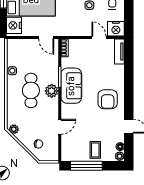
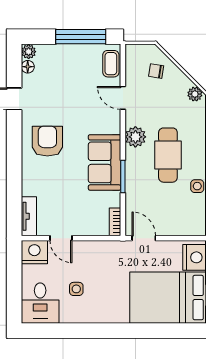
plant: (52, 91) -> (135, 137), moved
door: (60, 127) -> (123, 98), hinge flipped
coffee table: (95, 150) -> (111, 64), moved

